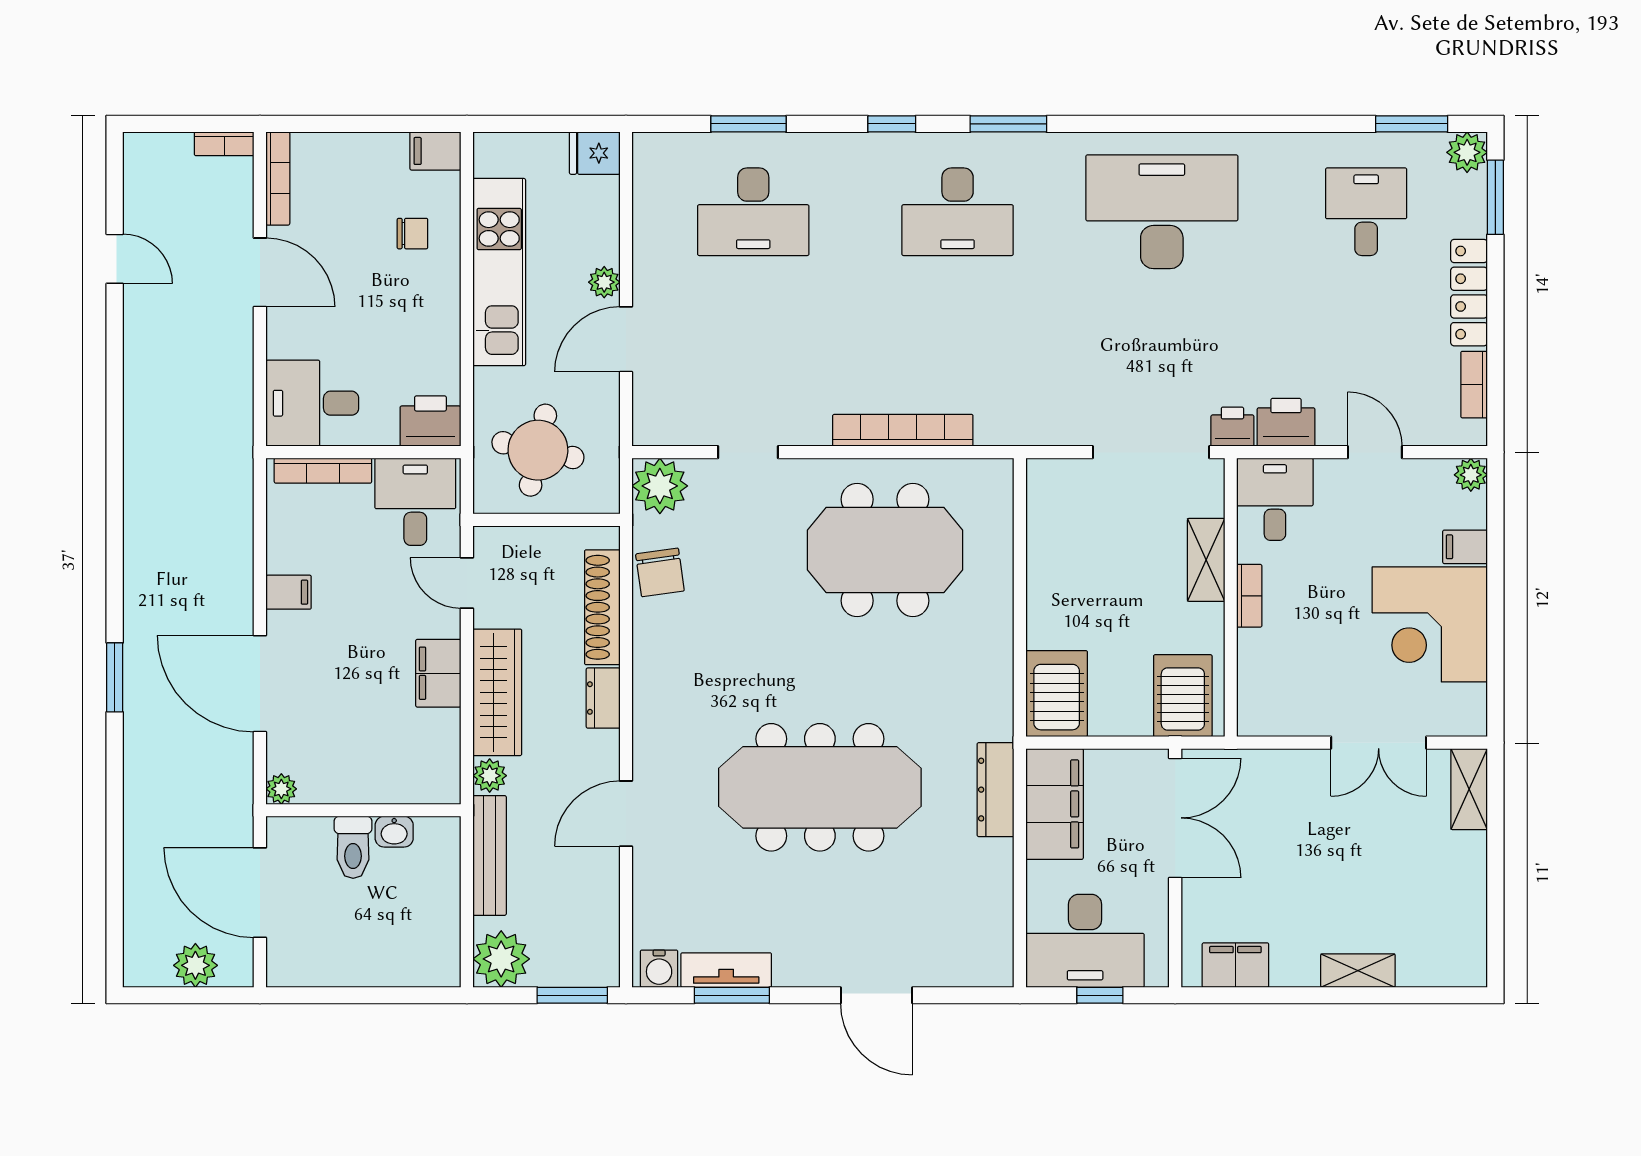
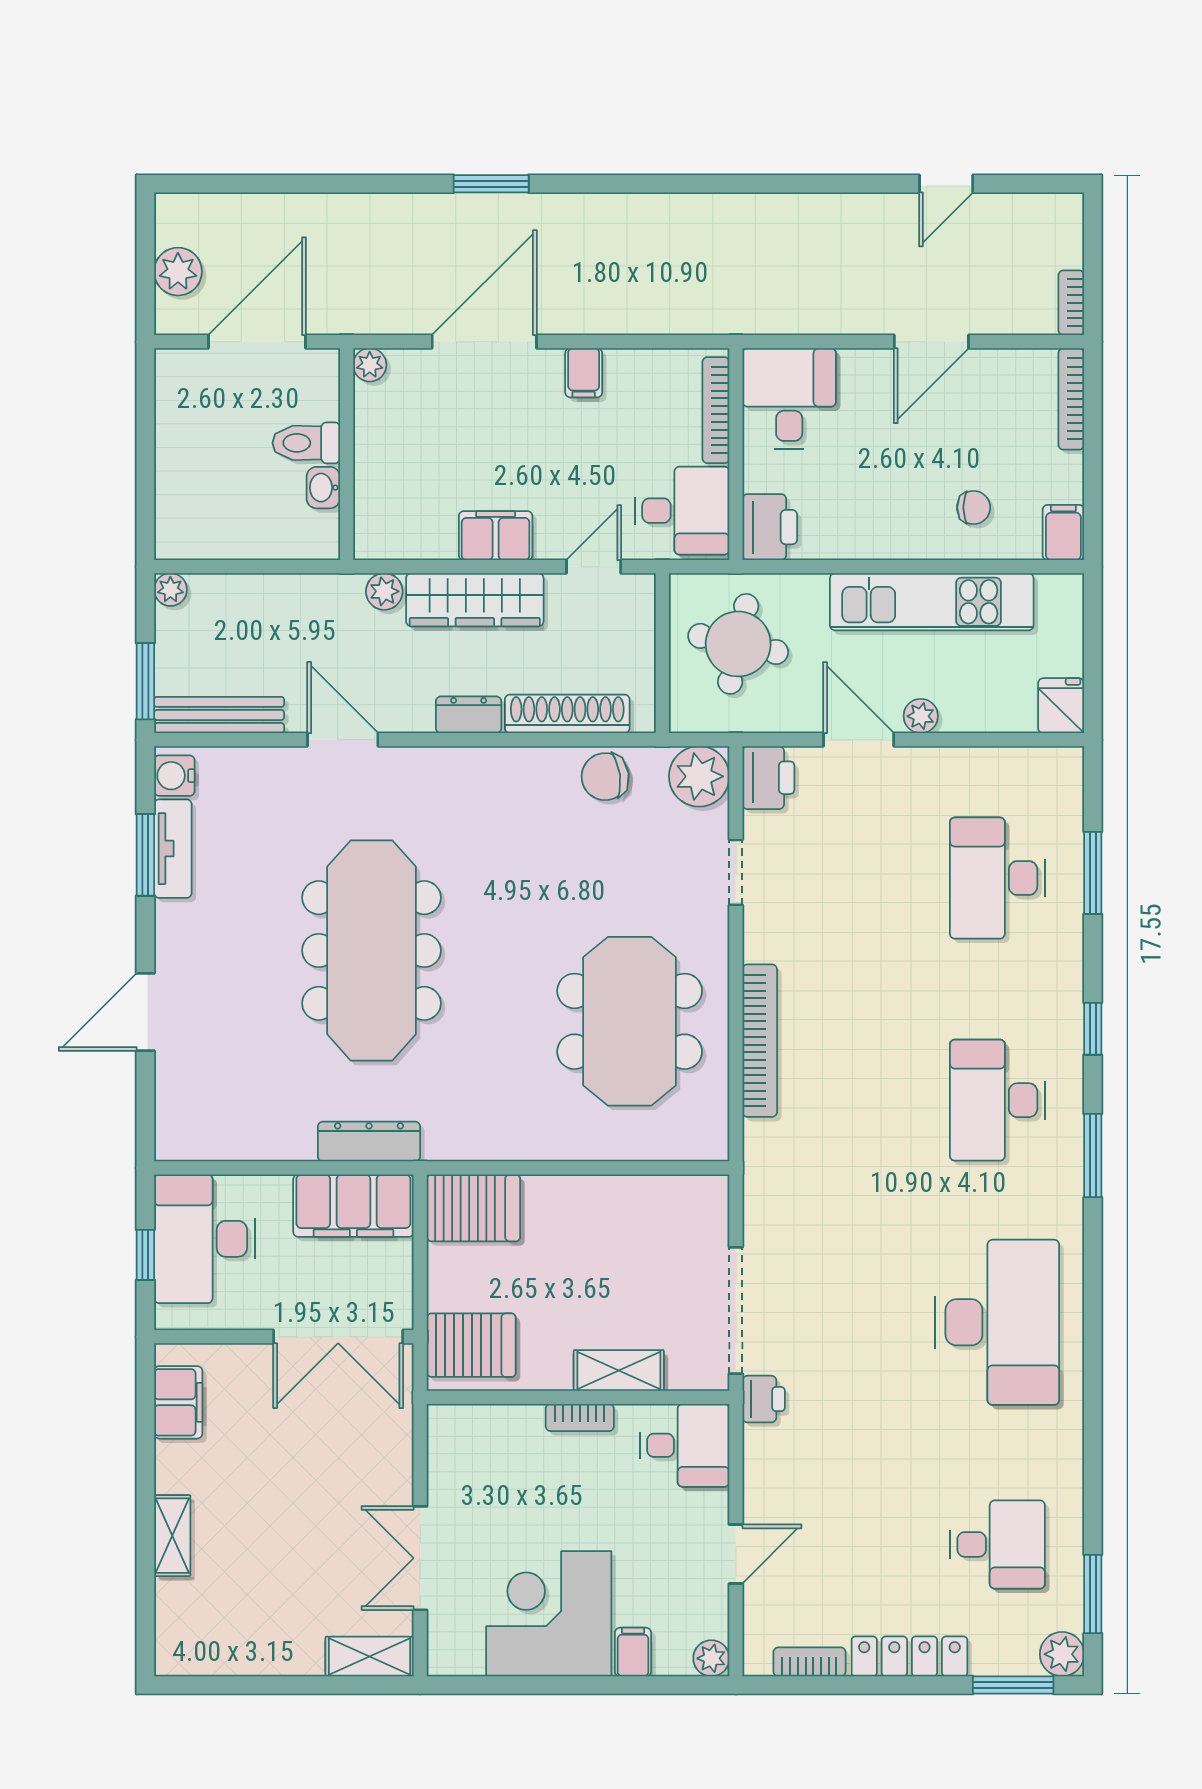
bookcase: (278, 178) -> (1071, 399), moved, turned 90
chair: (412, 234) -> (974, 508), turned -90
printer: (1286, 422) -> (768, 778), moved
bench: (490, 855) -> (219, 715), moved
plant: (501, 959) -> (170, 590), width x0.53, depth x0.53

